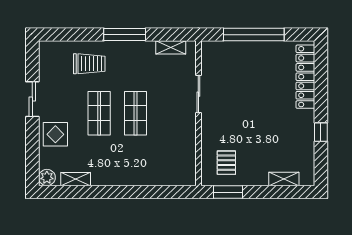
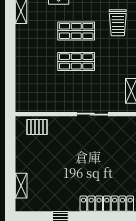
pallet: (226, 163) -> (37, 127), moved
window: (228, 192) -> (10, 139), removed

